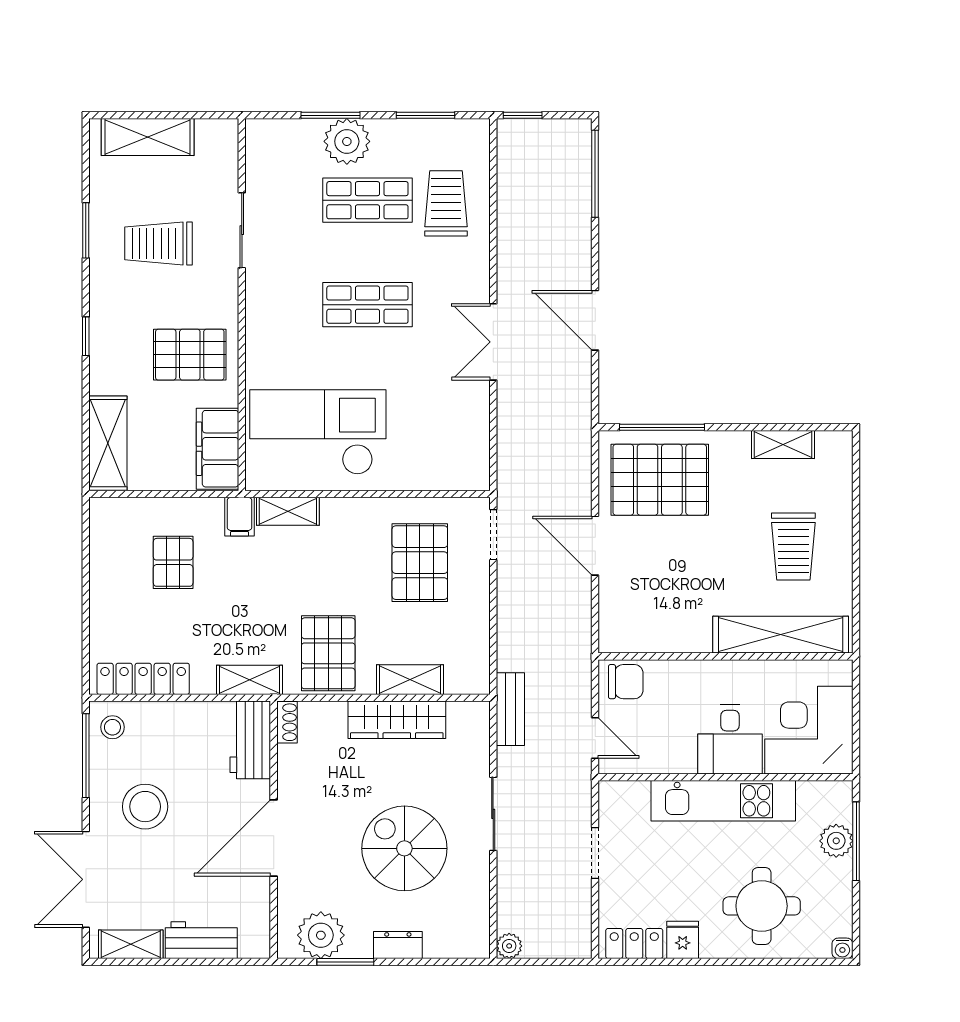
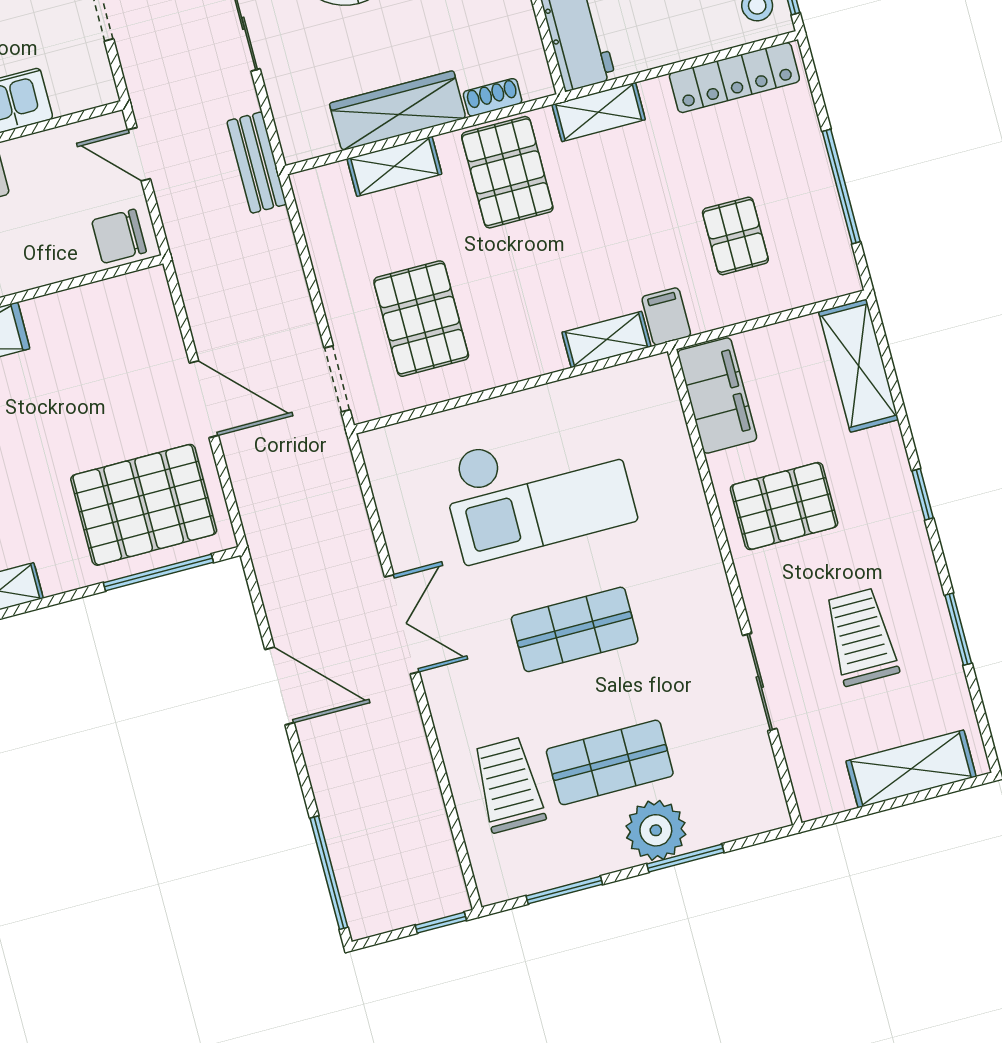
trolley: (446, 203) -> (509, 785), turned 180
trolley: (159, 243) -> (861, 637), turned -90
checkout: (318, 432) -> (538, 490), moved
window: (86, 578) -> (841, 187), added
shoe rack: (287, 722) -> (493, 97), moved, turned 90

